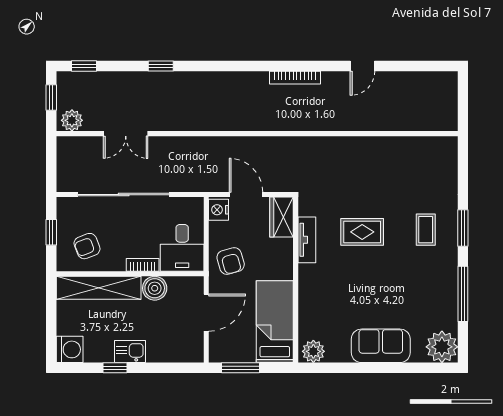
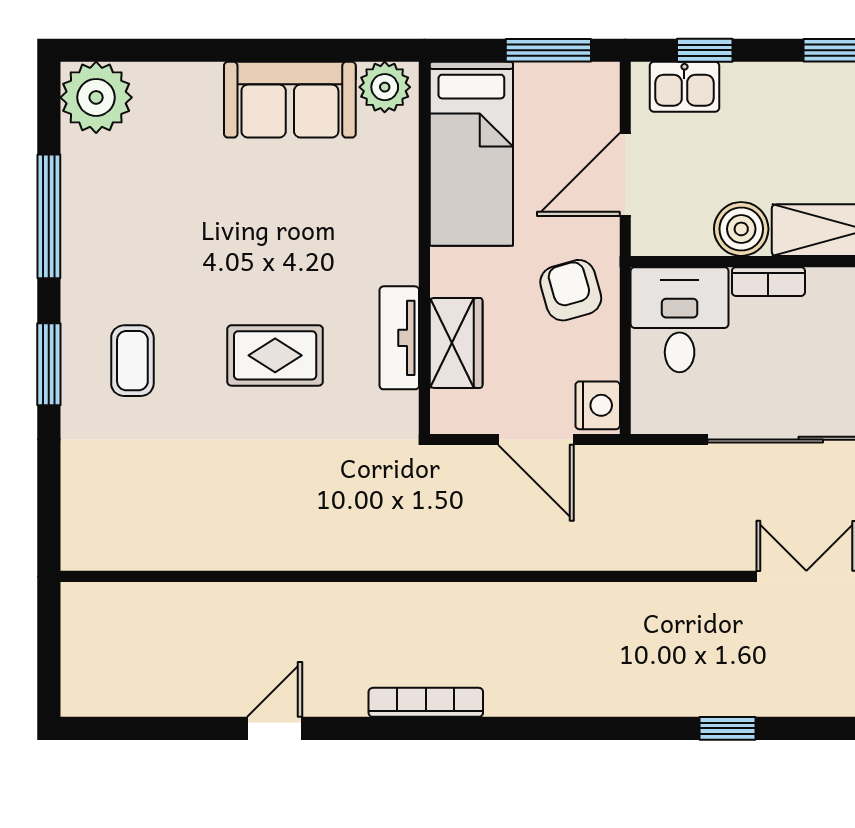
wardrobe: (282, 217) -> (456, 343), moved
sofa: (381, 346) -> (290, 100), moved
kitchen sink: (130, 352) -> (684, 87), moved
window: (171, 368) -> (705, 50), added

